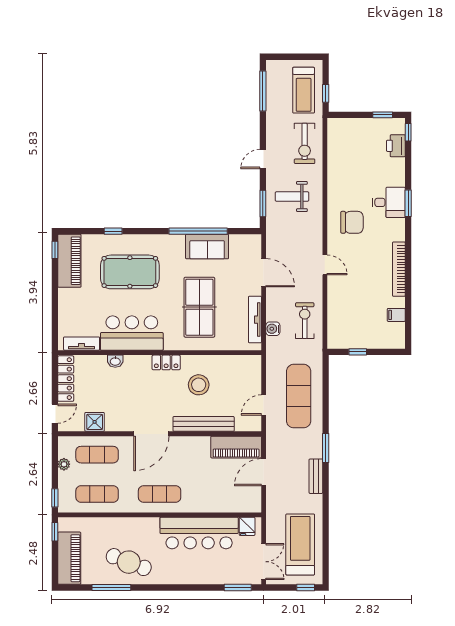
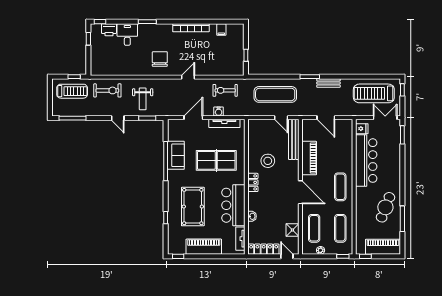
desk: (389, 202) -> (127, 35), moved
piano: (69, 261) -> (204, 247), moved
water cooler: (273, 329) -> (219, 112), moved
bench: (204, 424) -> (294, 139), moved
piano: (236, 447) -> (309, 158), moved

